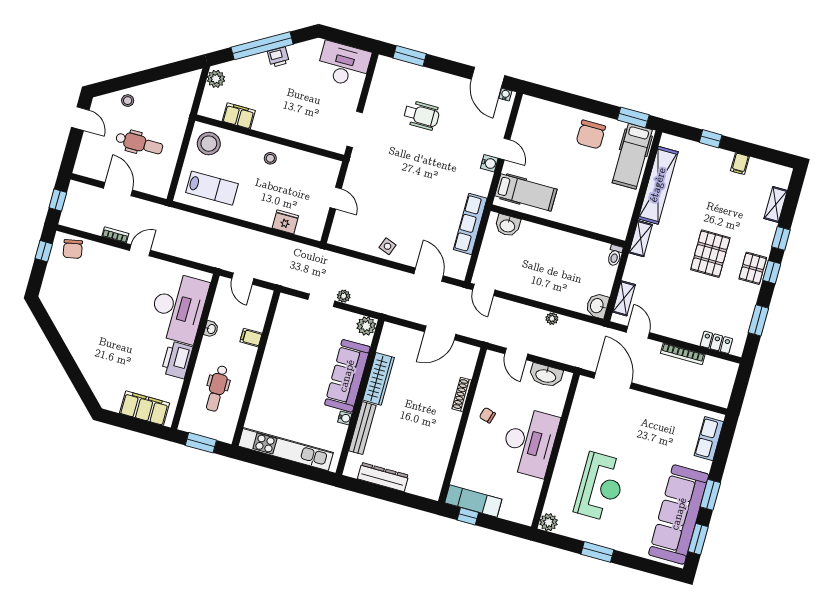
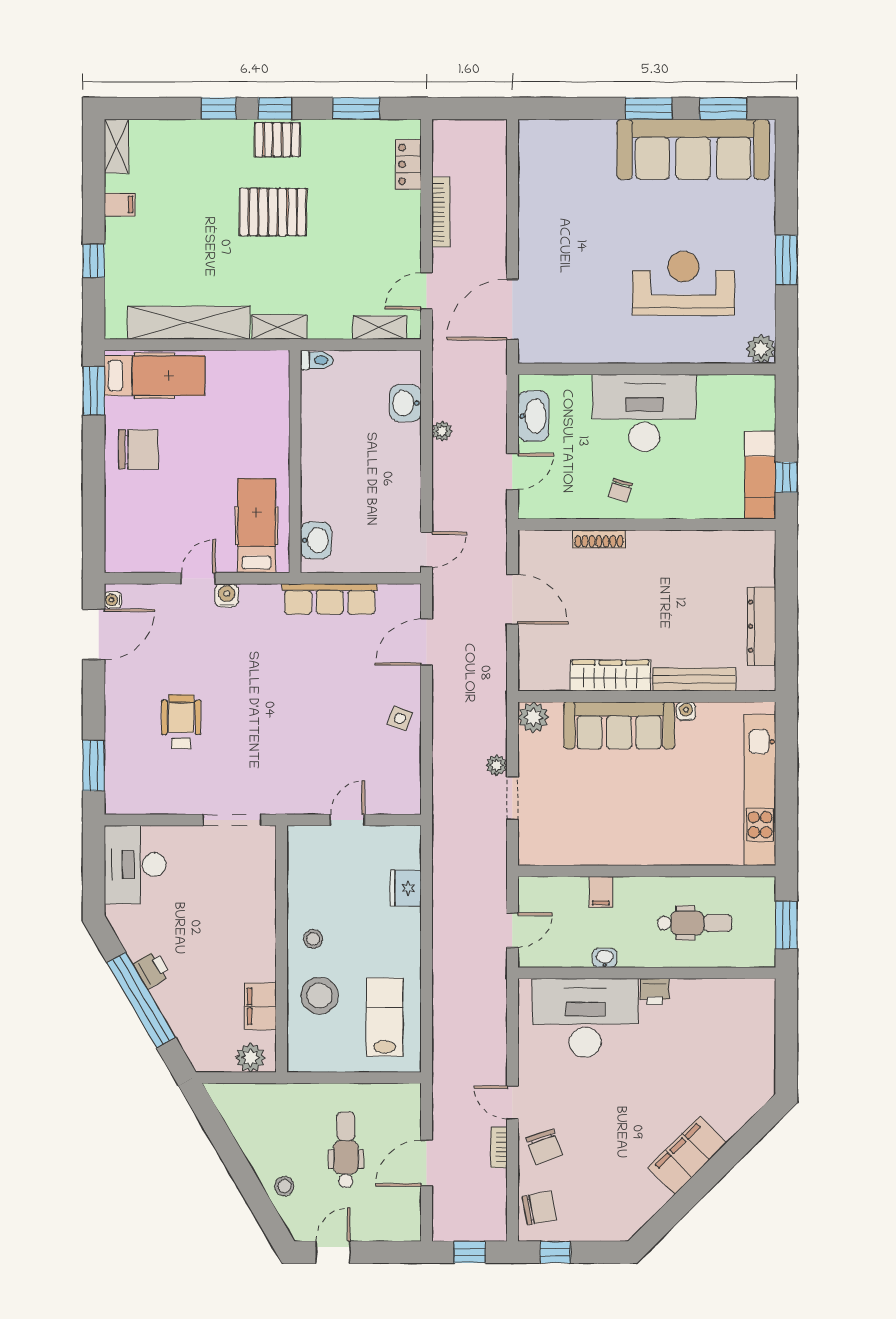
plant: (216, 79) -> (250, 1058), moved
stool: (209, 144) -> (319, 996), moved
shelving: (776, 204) -> (116, 146), moved, turned 90
chair: (108, 262) -> (544, 1147), added
washbasin: (597, 306) -> (405, 403), moved, turned 90
printer: (177, 360) -> (655, 992), width x0.53, depth x0.68
filing cabinet: (145, 408) -> (687, 1155), moved, turned 45
row of seats: (709, 439) -> (562, 135), removed

